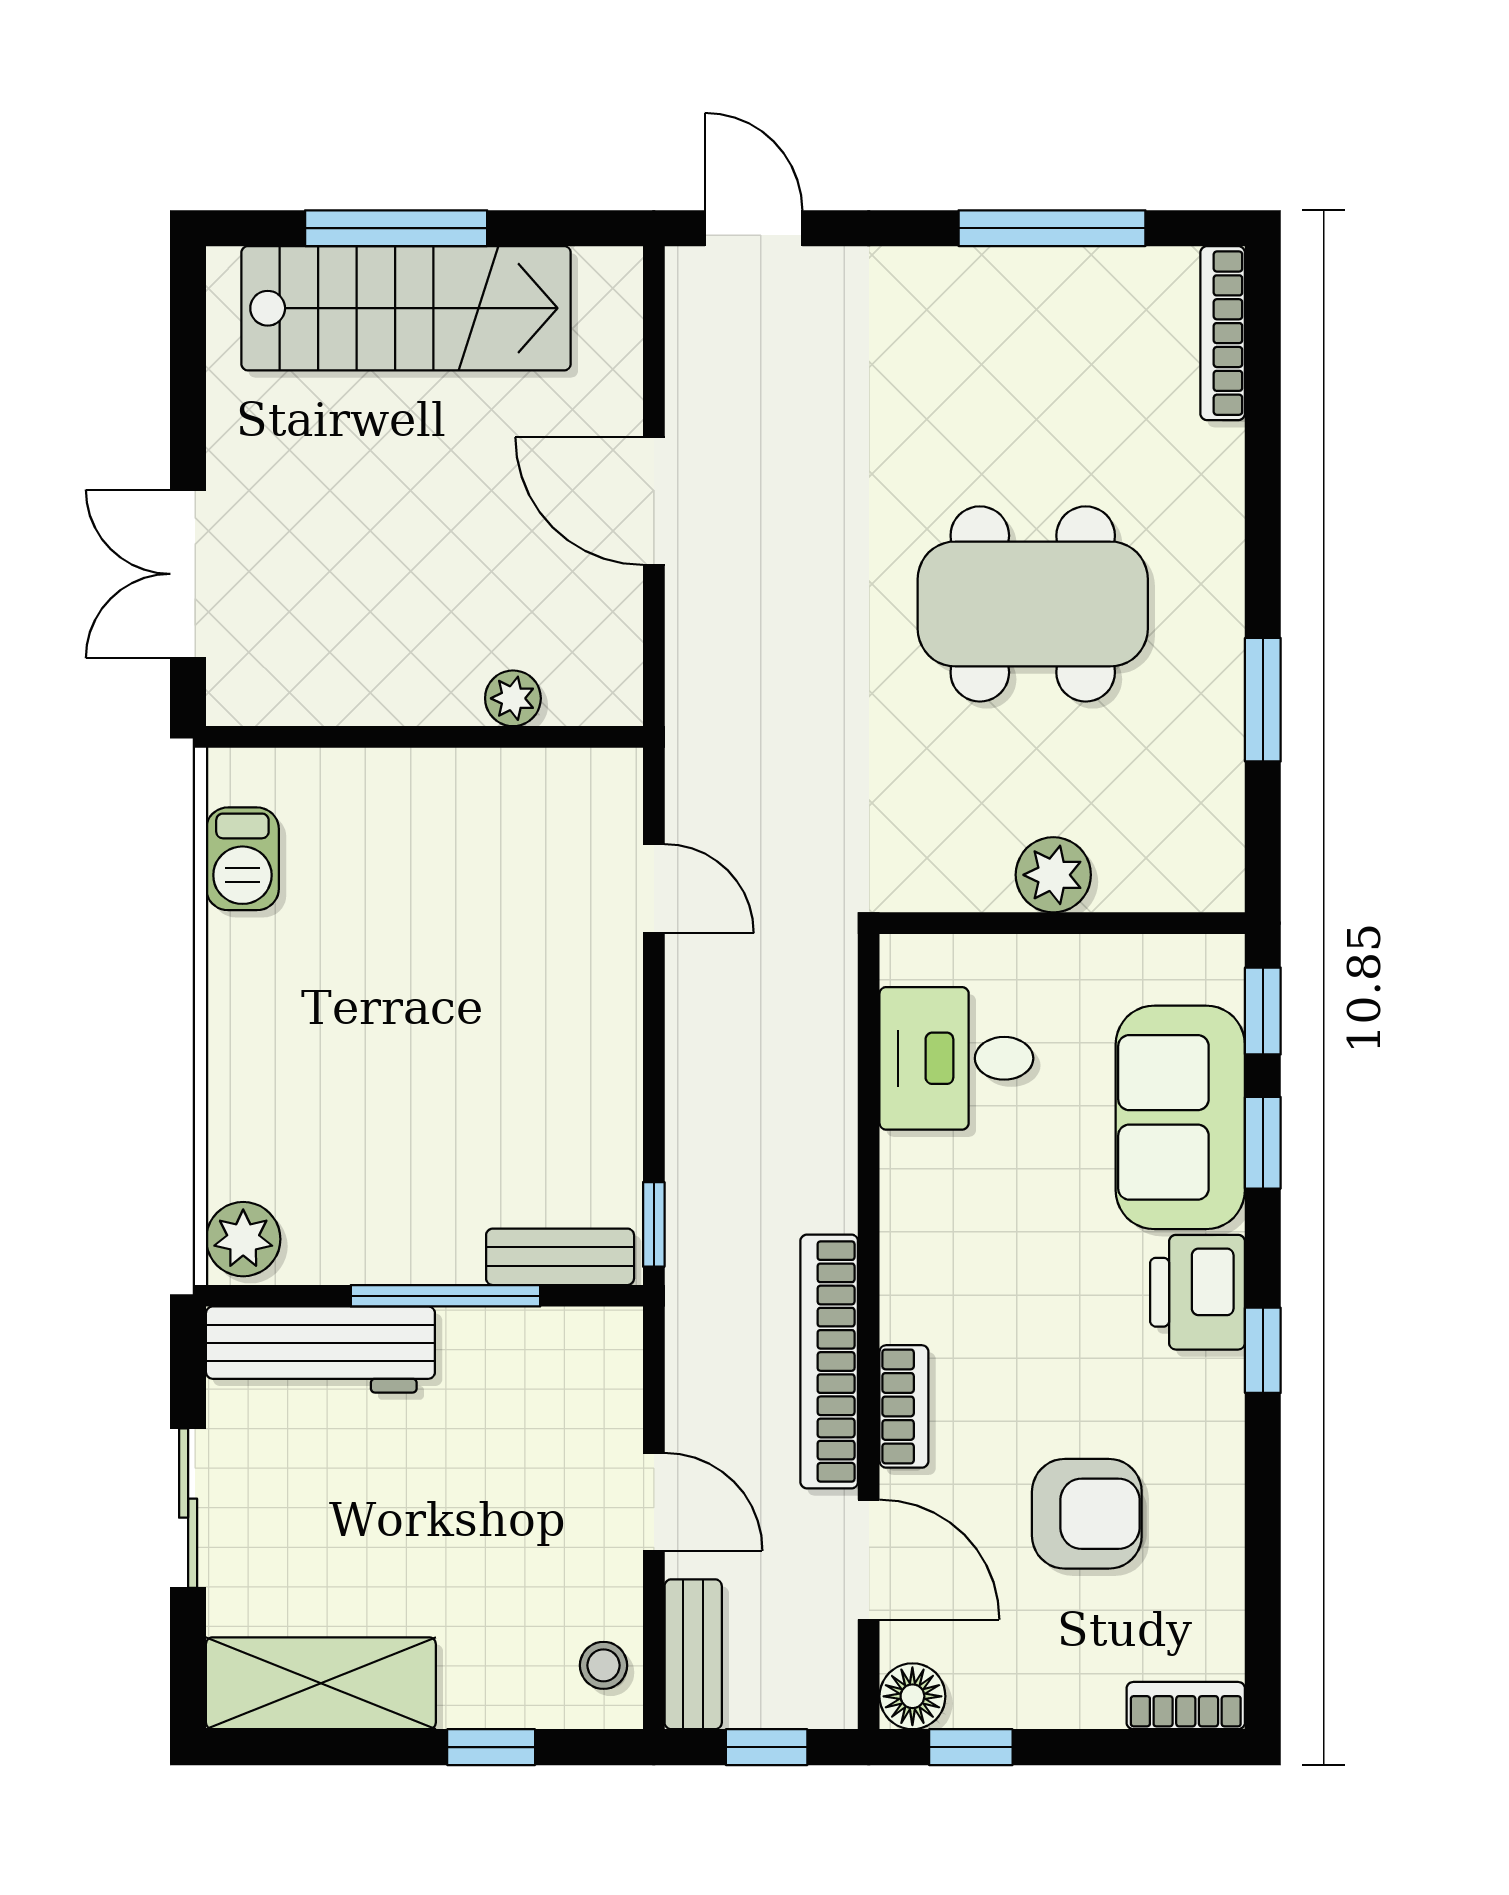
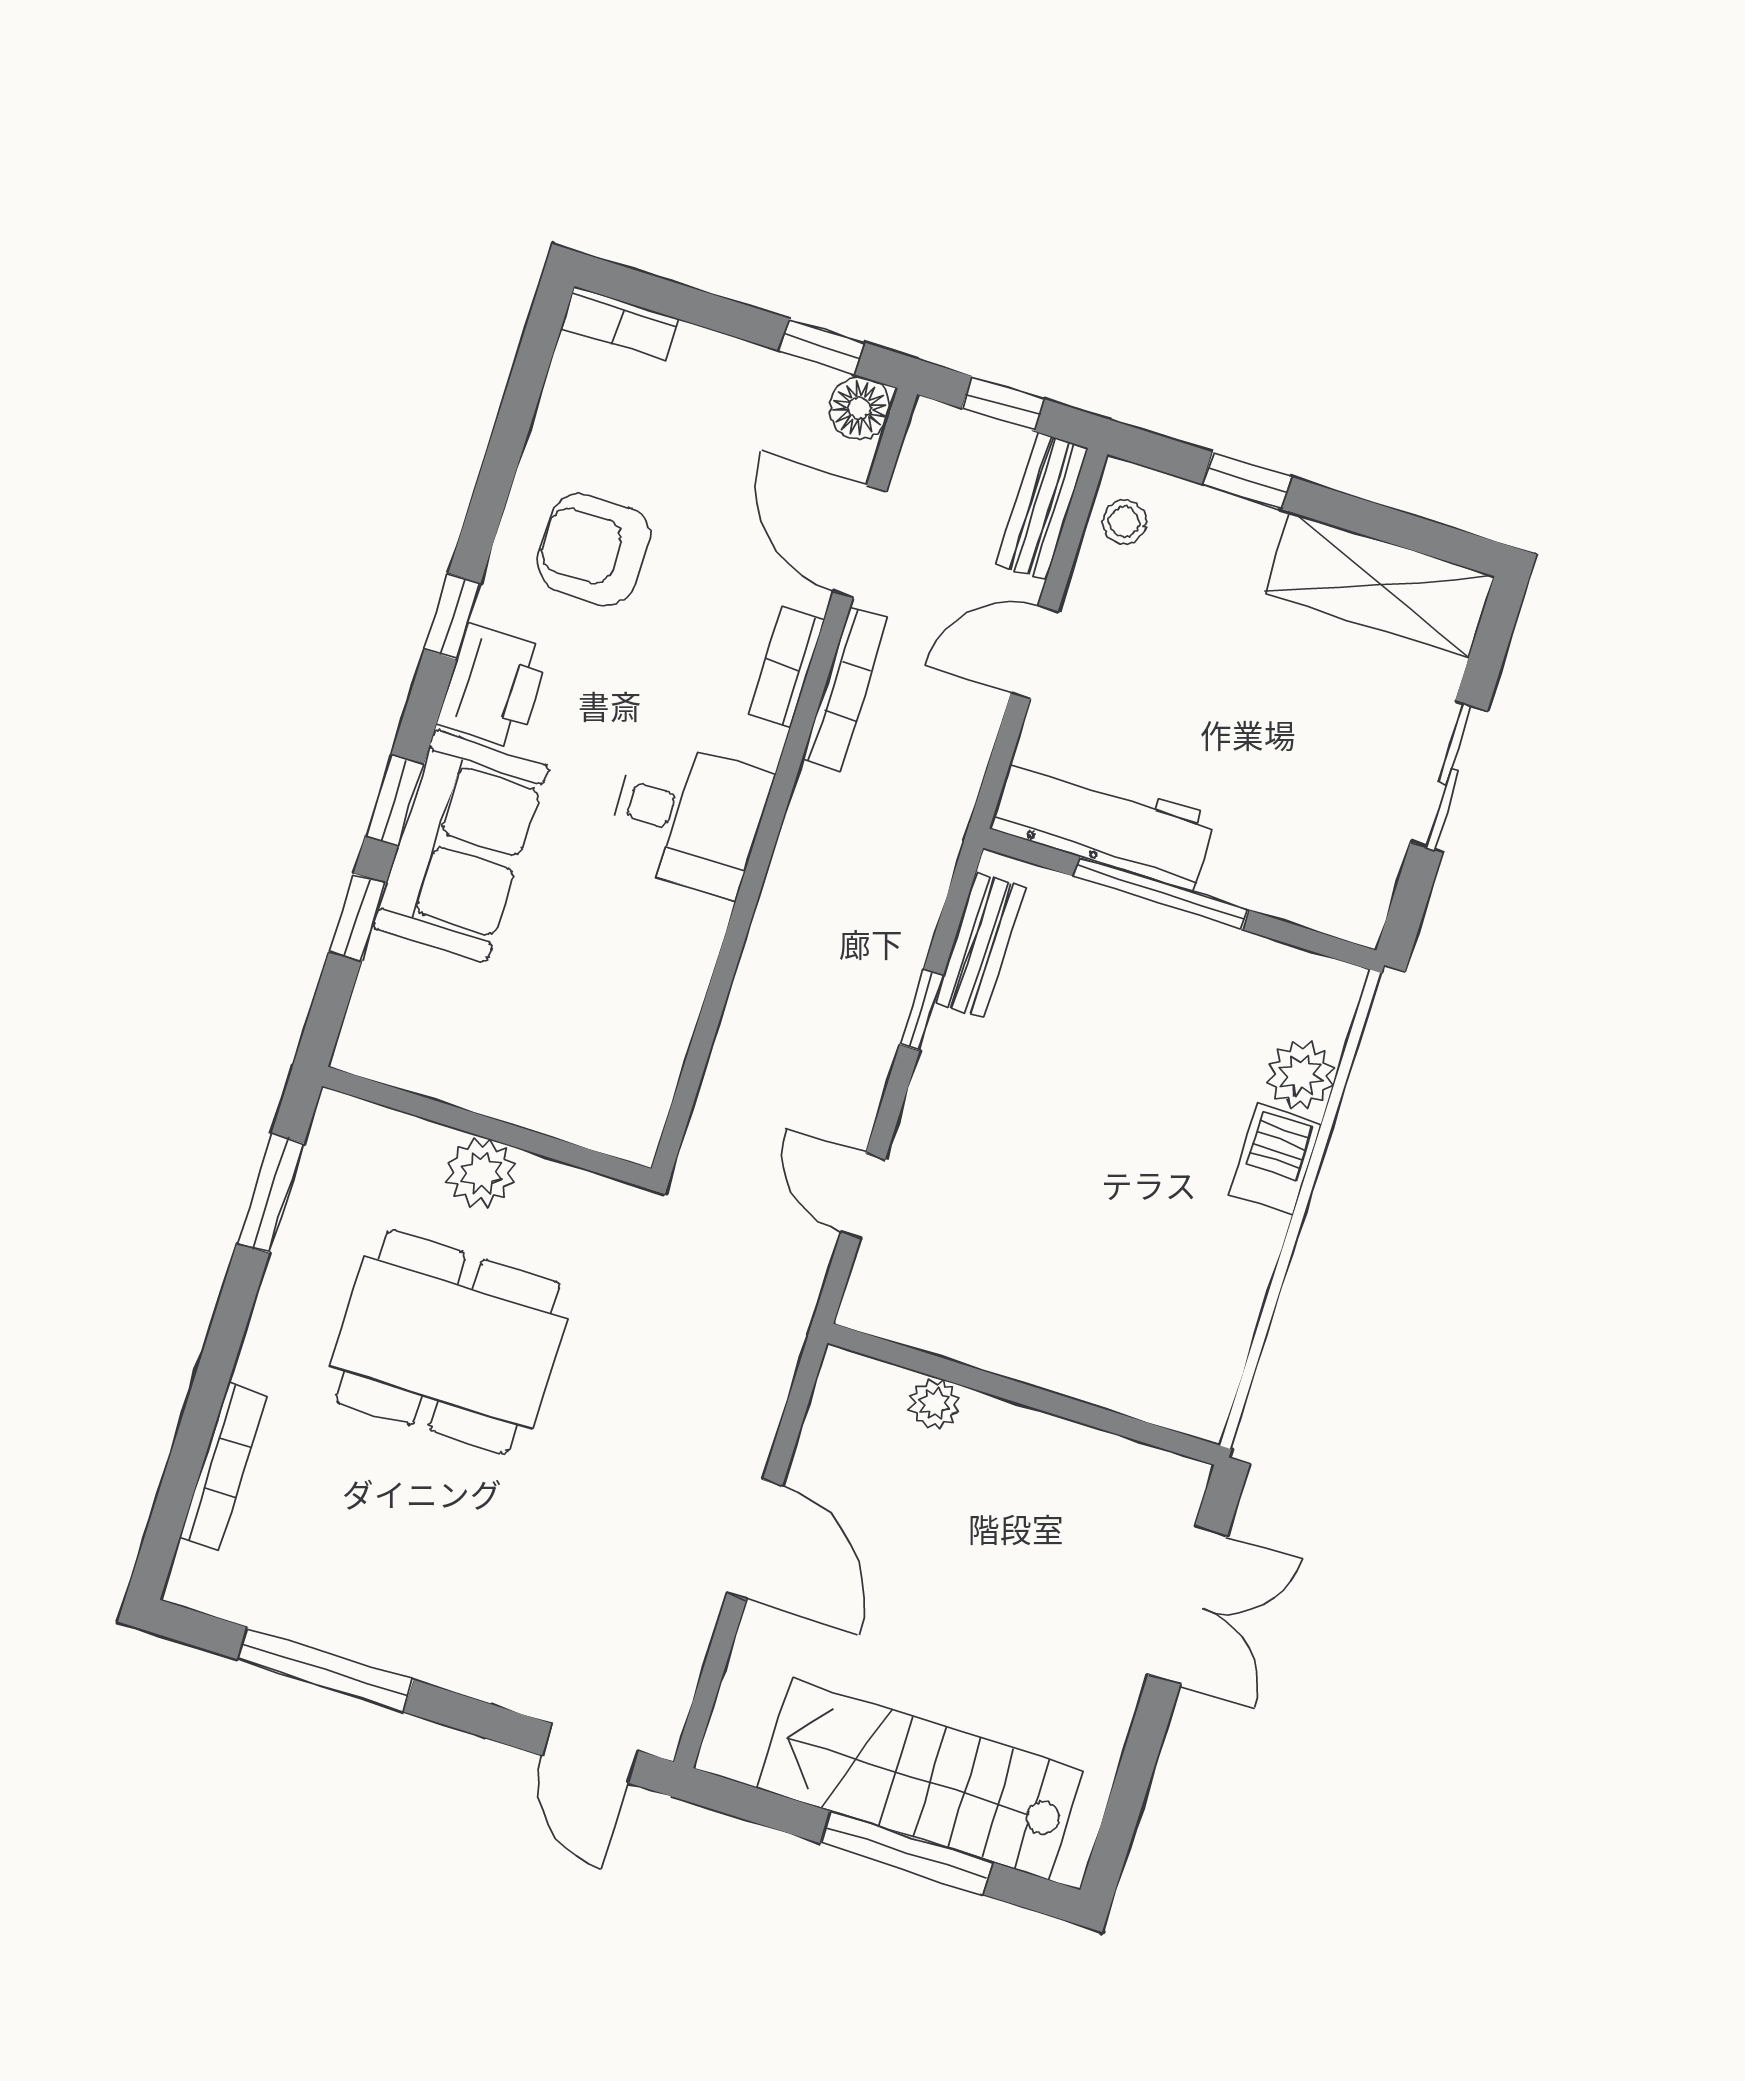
bookcase: (1223, 333) -> (224, 1466), moved
barbecue: (242, 859) -> (1275, 1159), moved
plant: (1053, 875) -> (481, 1173), moved
wall: (1062, 923) -> (487, 1127), moved
desk: (956, 1058) -> (688, 817), moved
window: (654, 1224) -> (922, 1010), moved
plant: (243, 1239) -> (1301, 1075), moved
bench: (560, 1257) -> (980, 945), moved, turned 90
workbench: (320, 1350) -> (1103, 822), moved
bookcase: (829, 1361) -> (845, 689), width x0.68, depth x0.76
door: (654, 1502) -> (1034, 652), hinge flipped
armchair: (1087, 1514) -> (593, 549), moved

